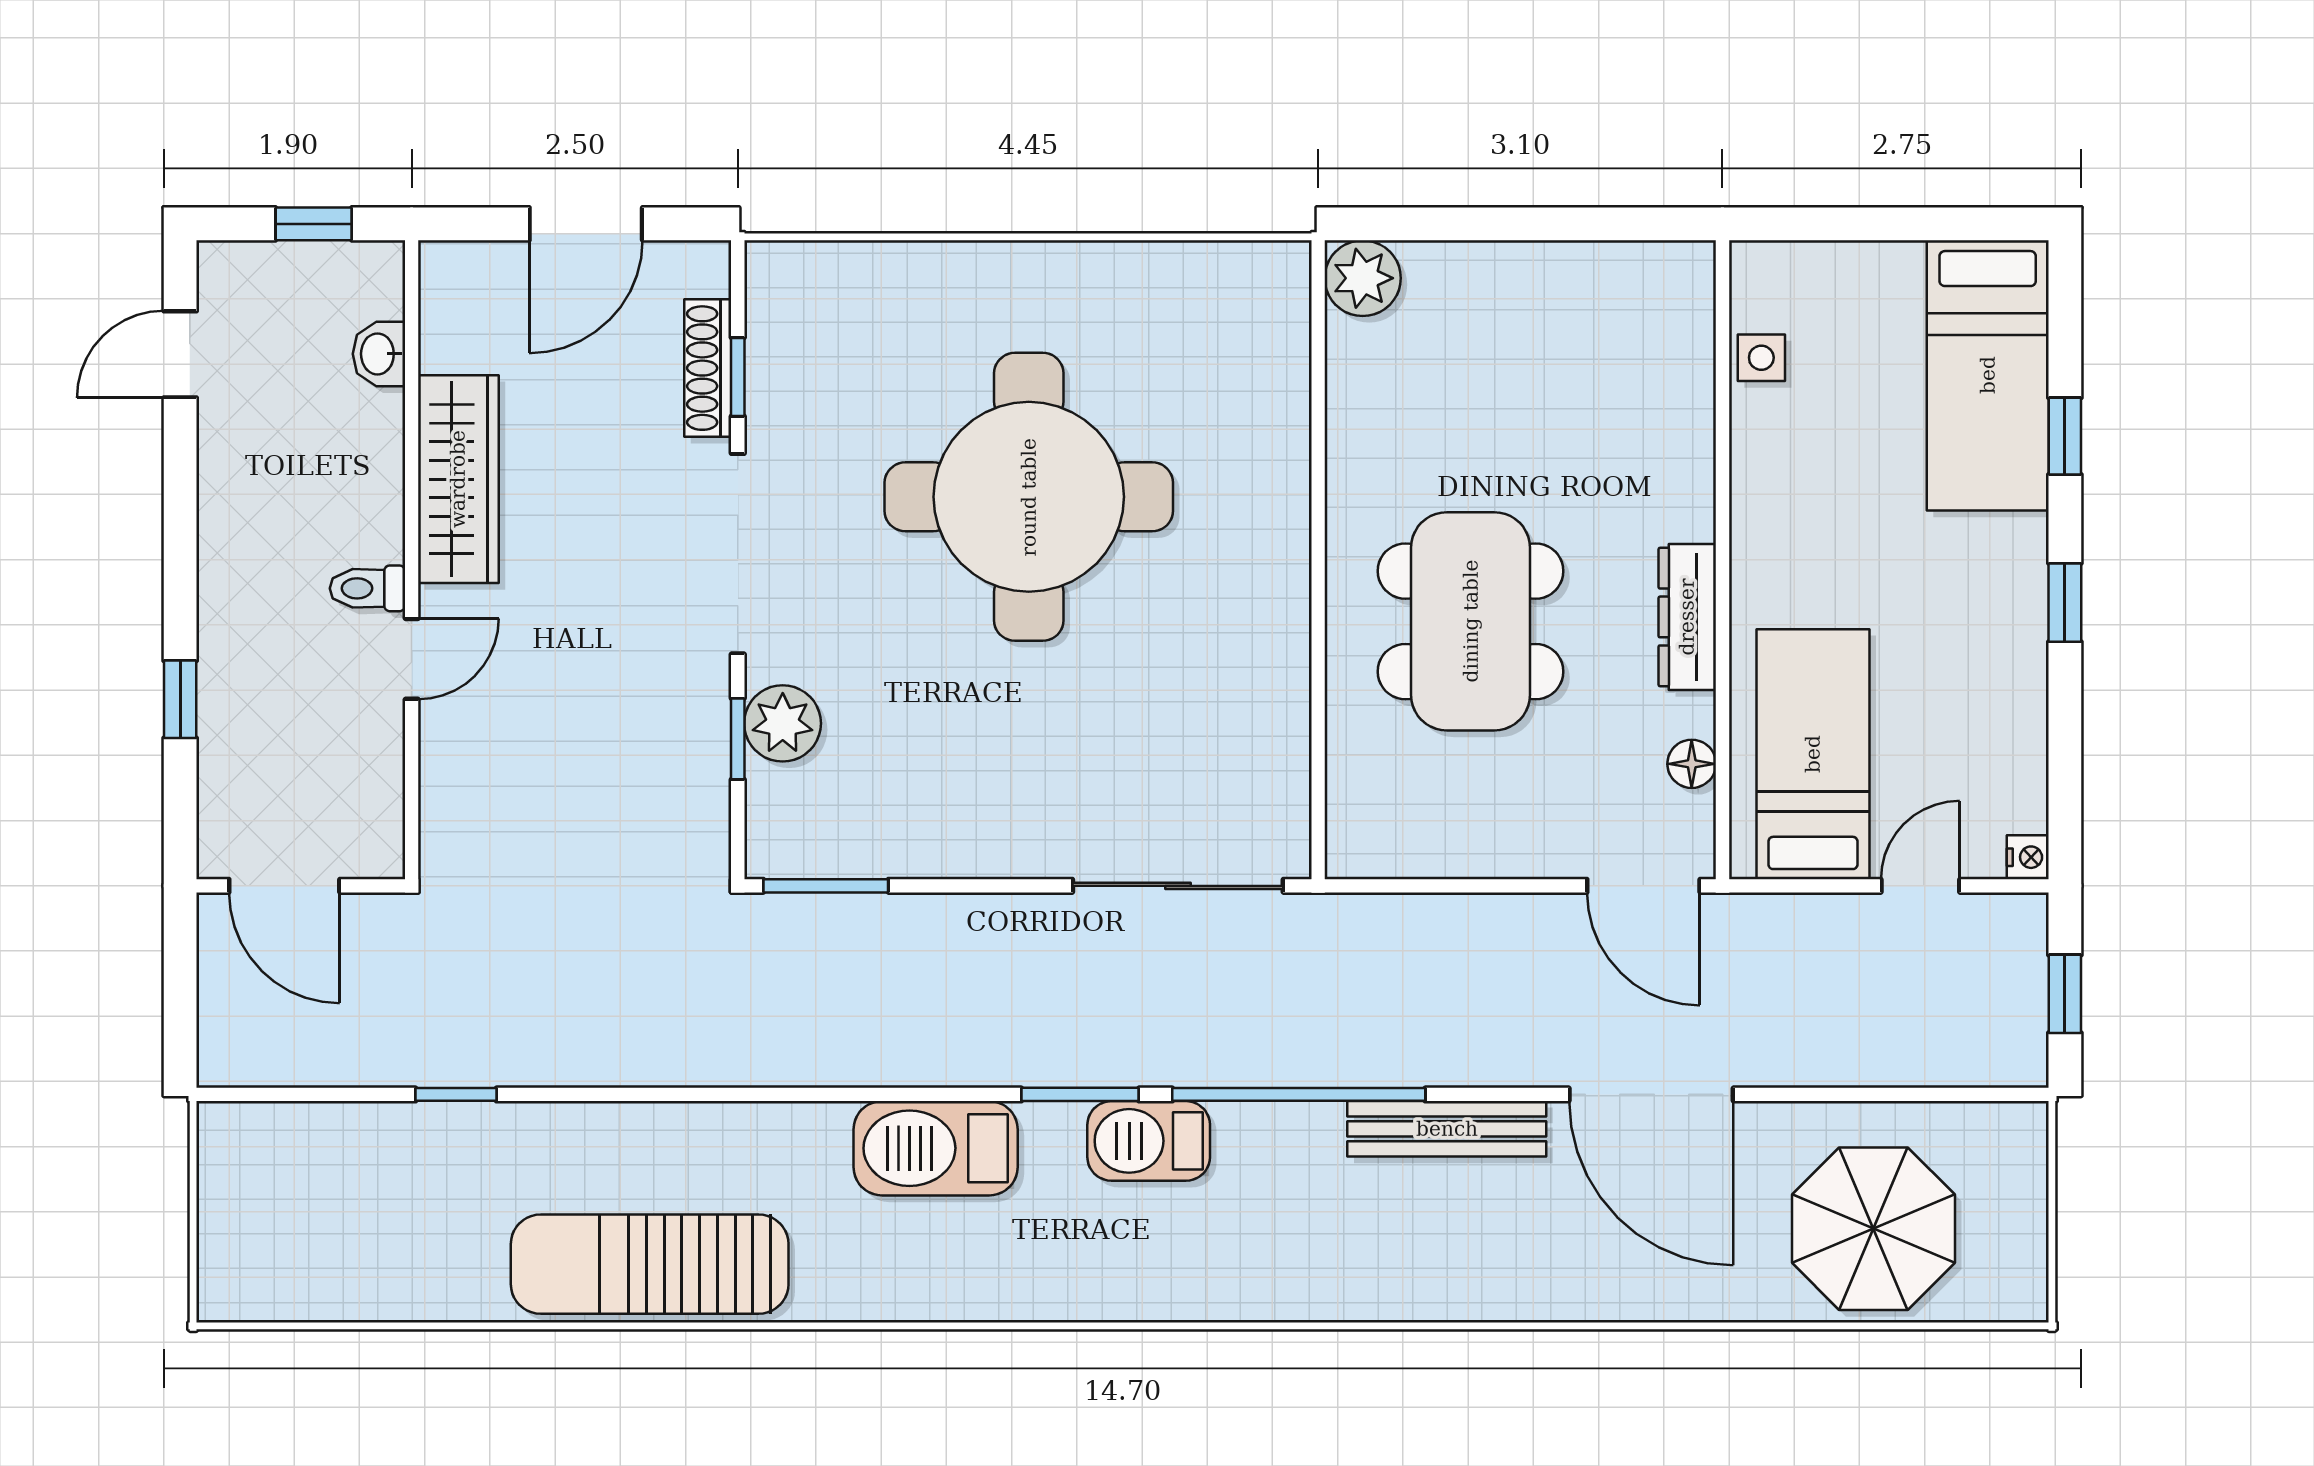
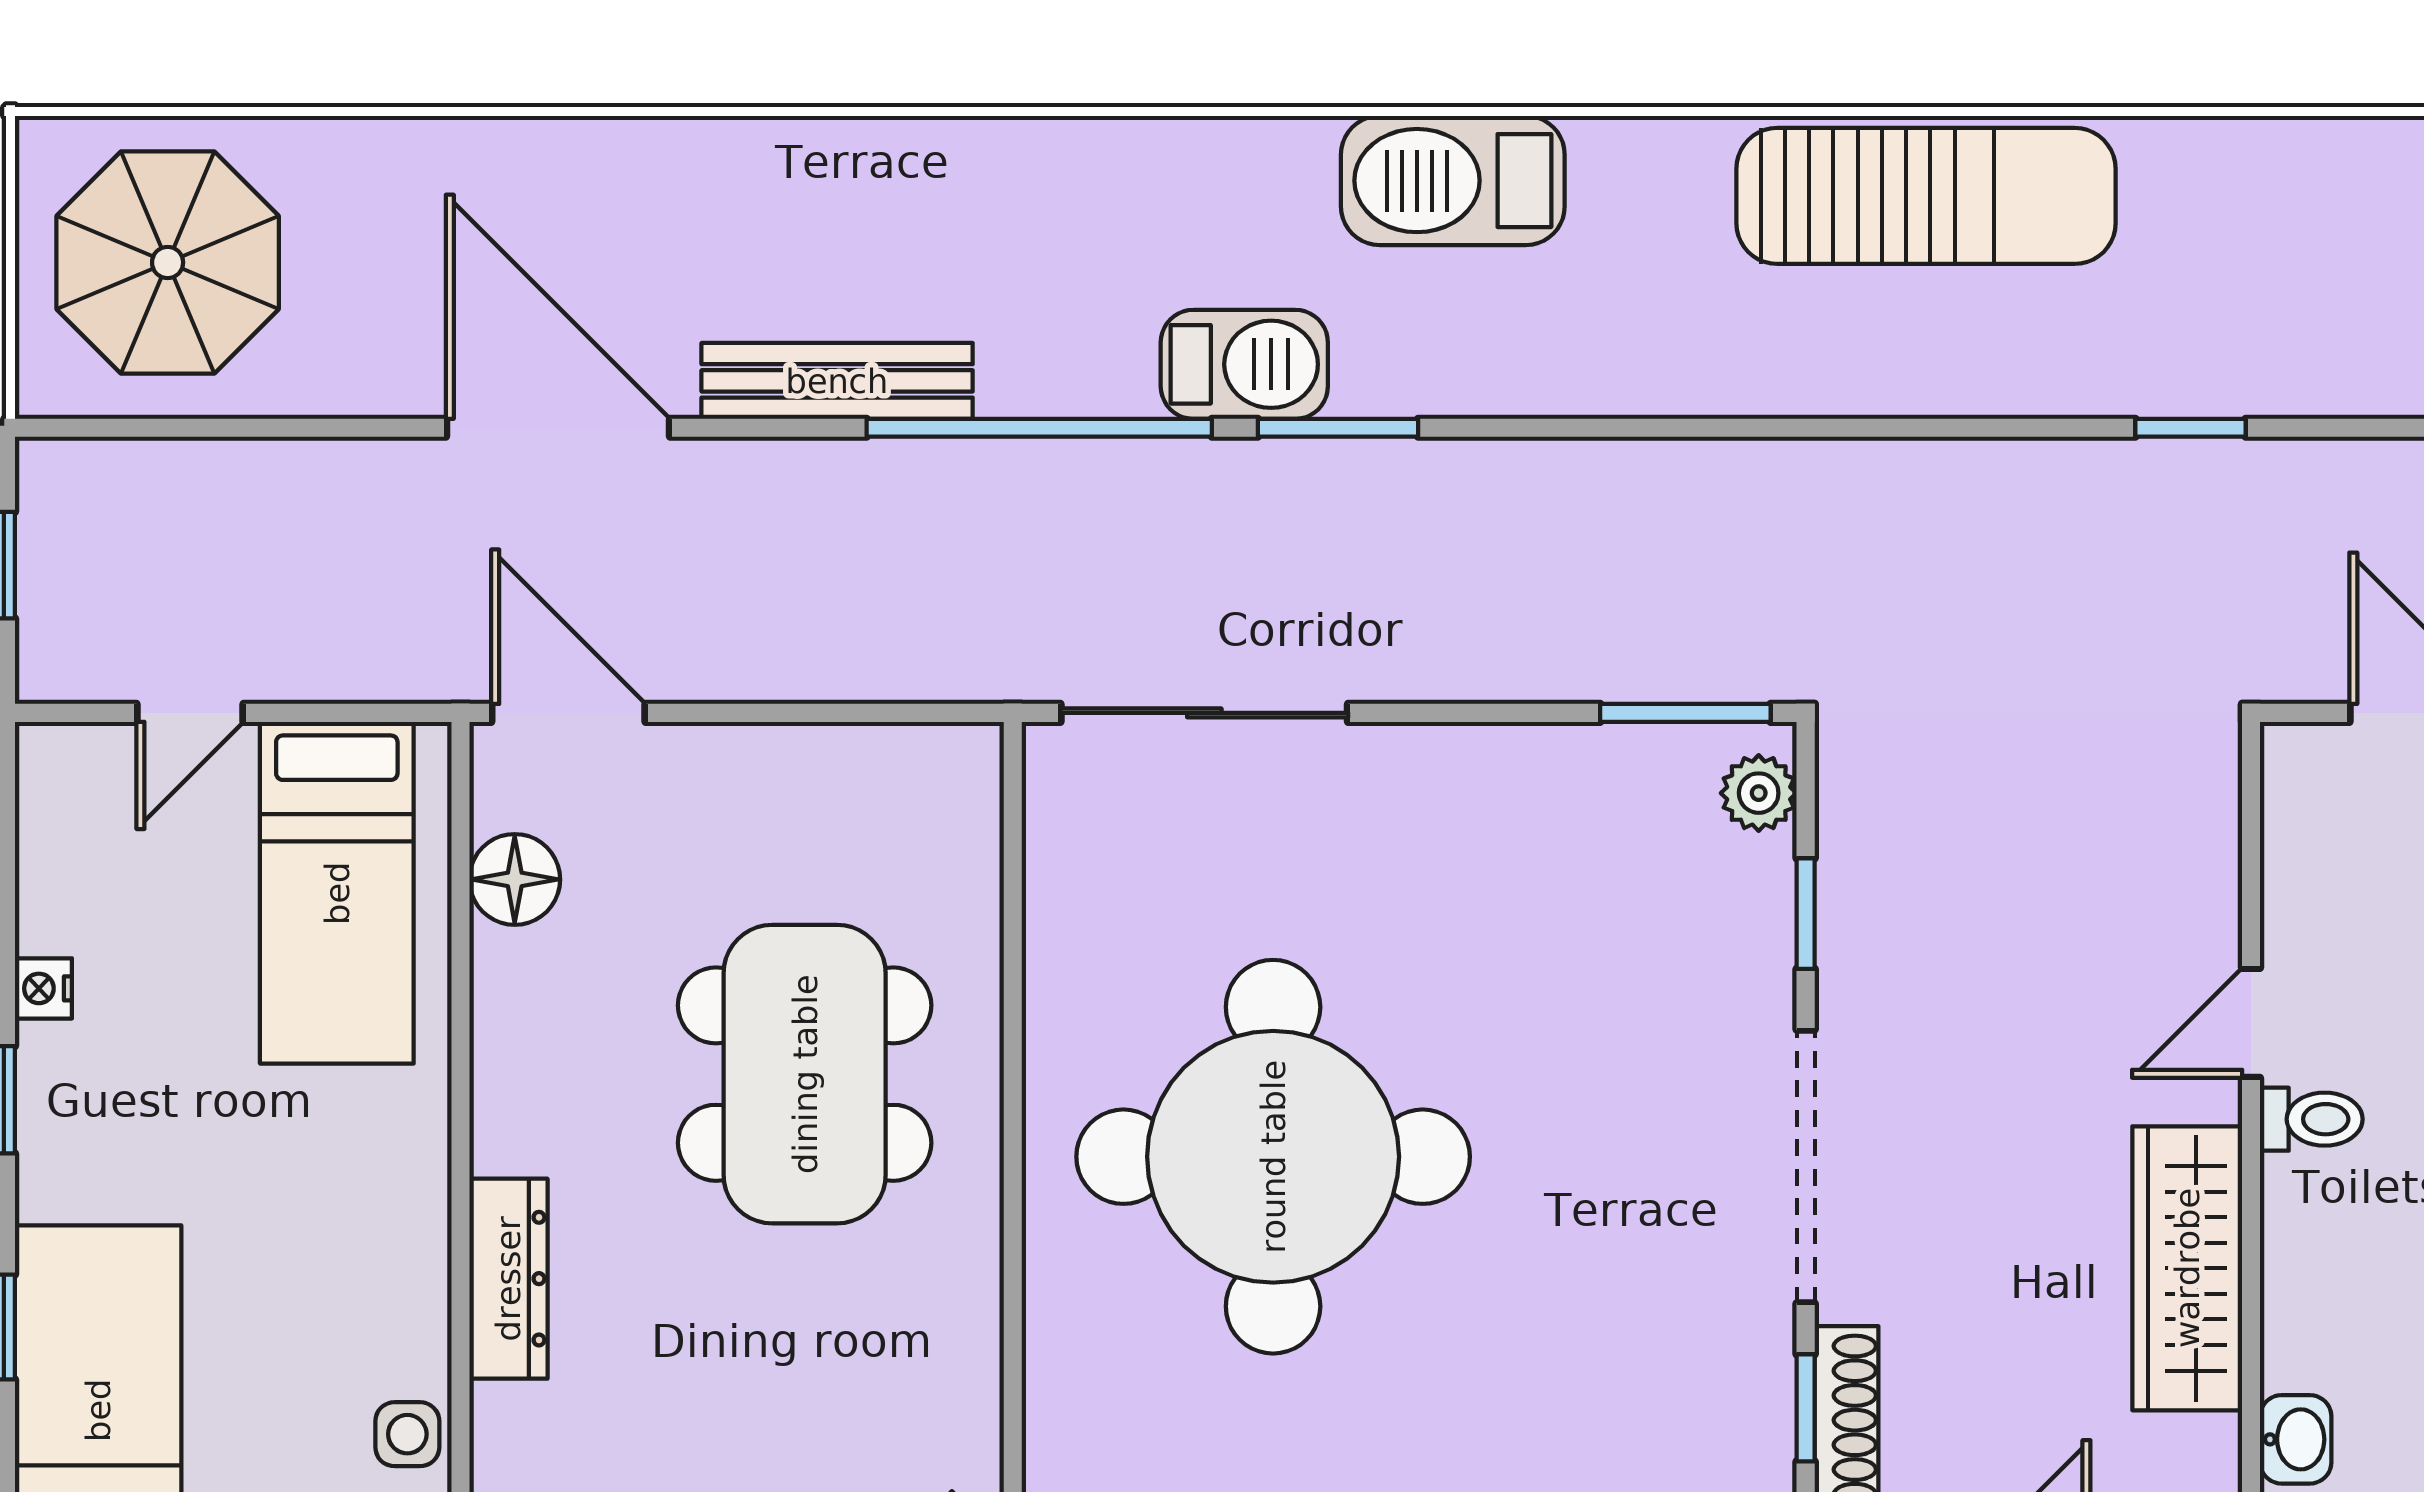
round table: (1029, 497) -> (1273, 1157), moved
dresser: (1687, 617) -> (508, 1279), moved
plant: (783, 723) -> (1759, 793), moved, width x0.73, depth x0.73
floor lamp: (1692, 764) -> (515, 879), width x1.37, depth x1.37
nightstand: (2028, 857) -> (43, 988), moved
barbecue: (936, 1148) -> (1453, 181), moved, turned 180
parasol: (1873, 1229) -> (168, 262), moved

